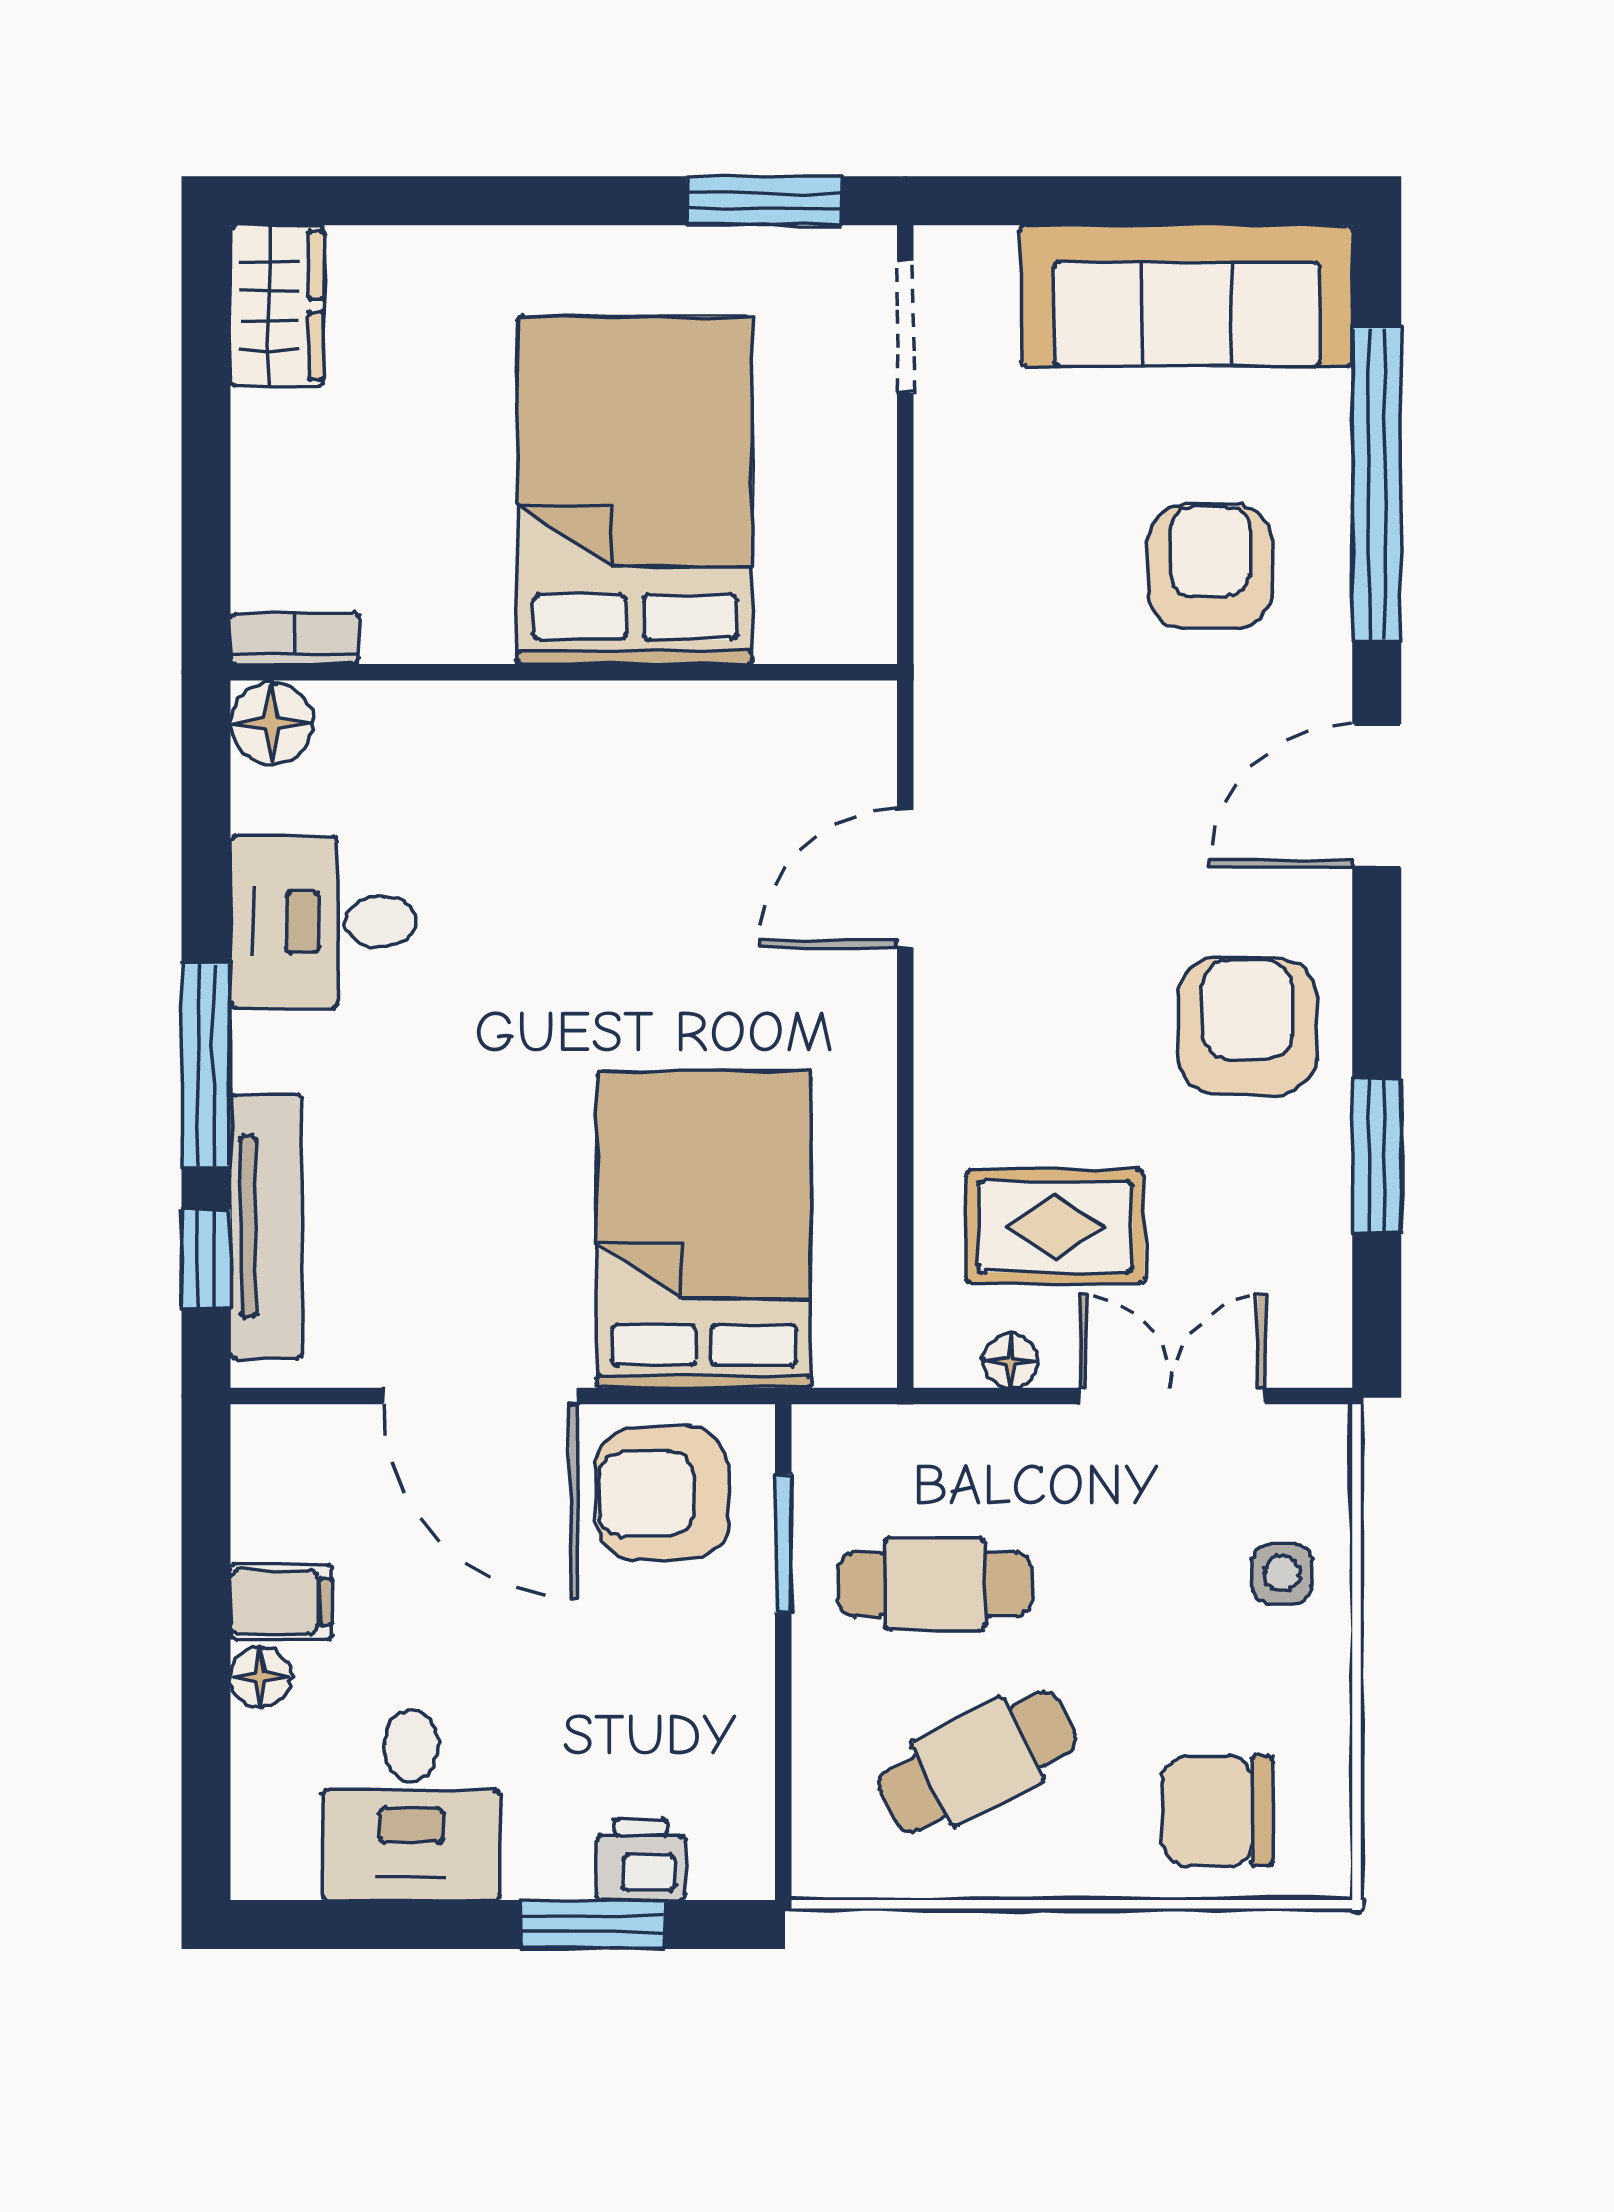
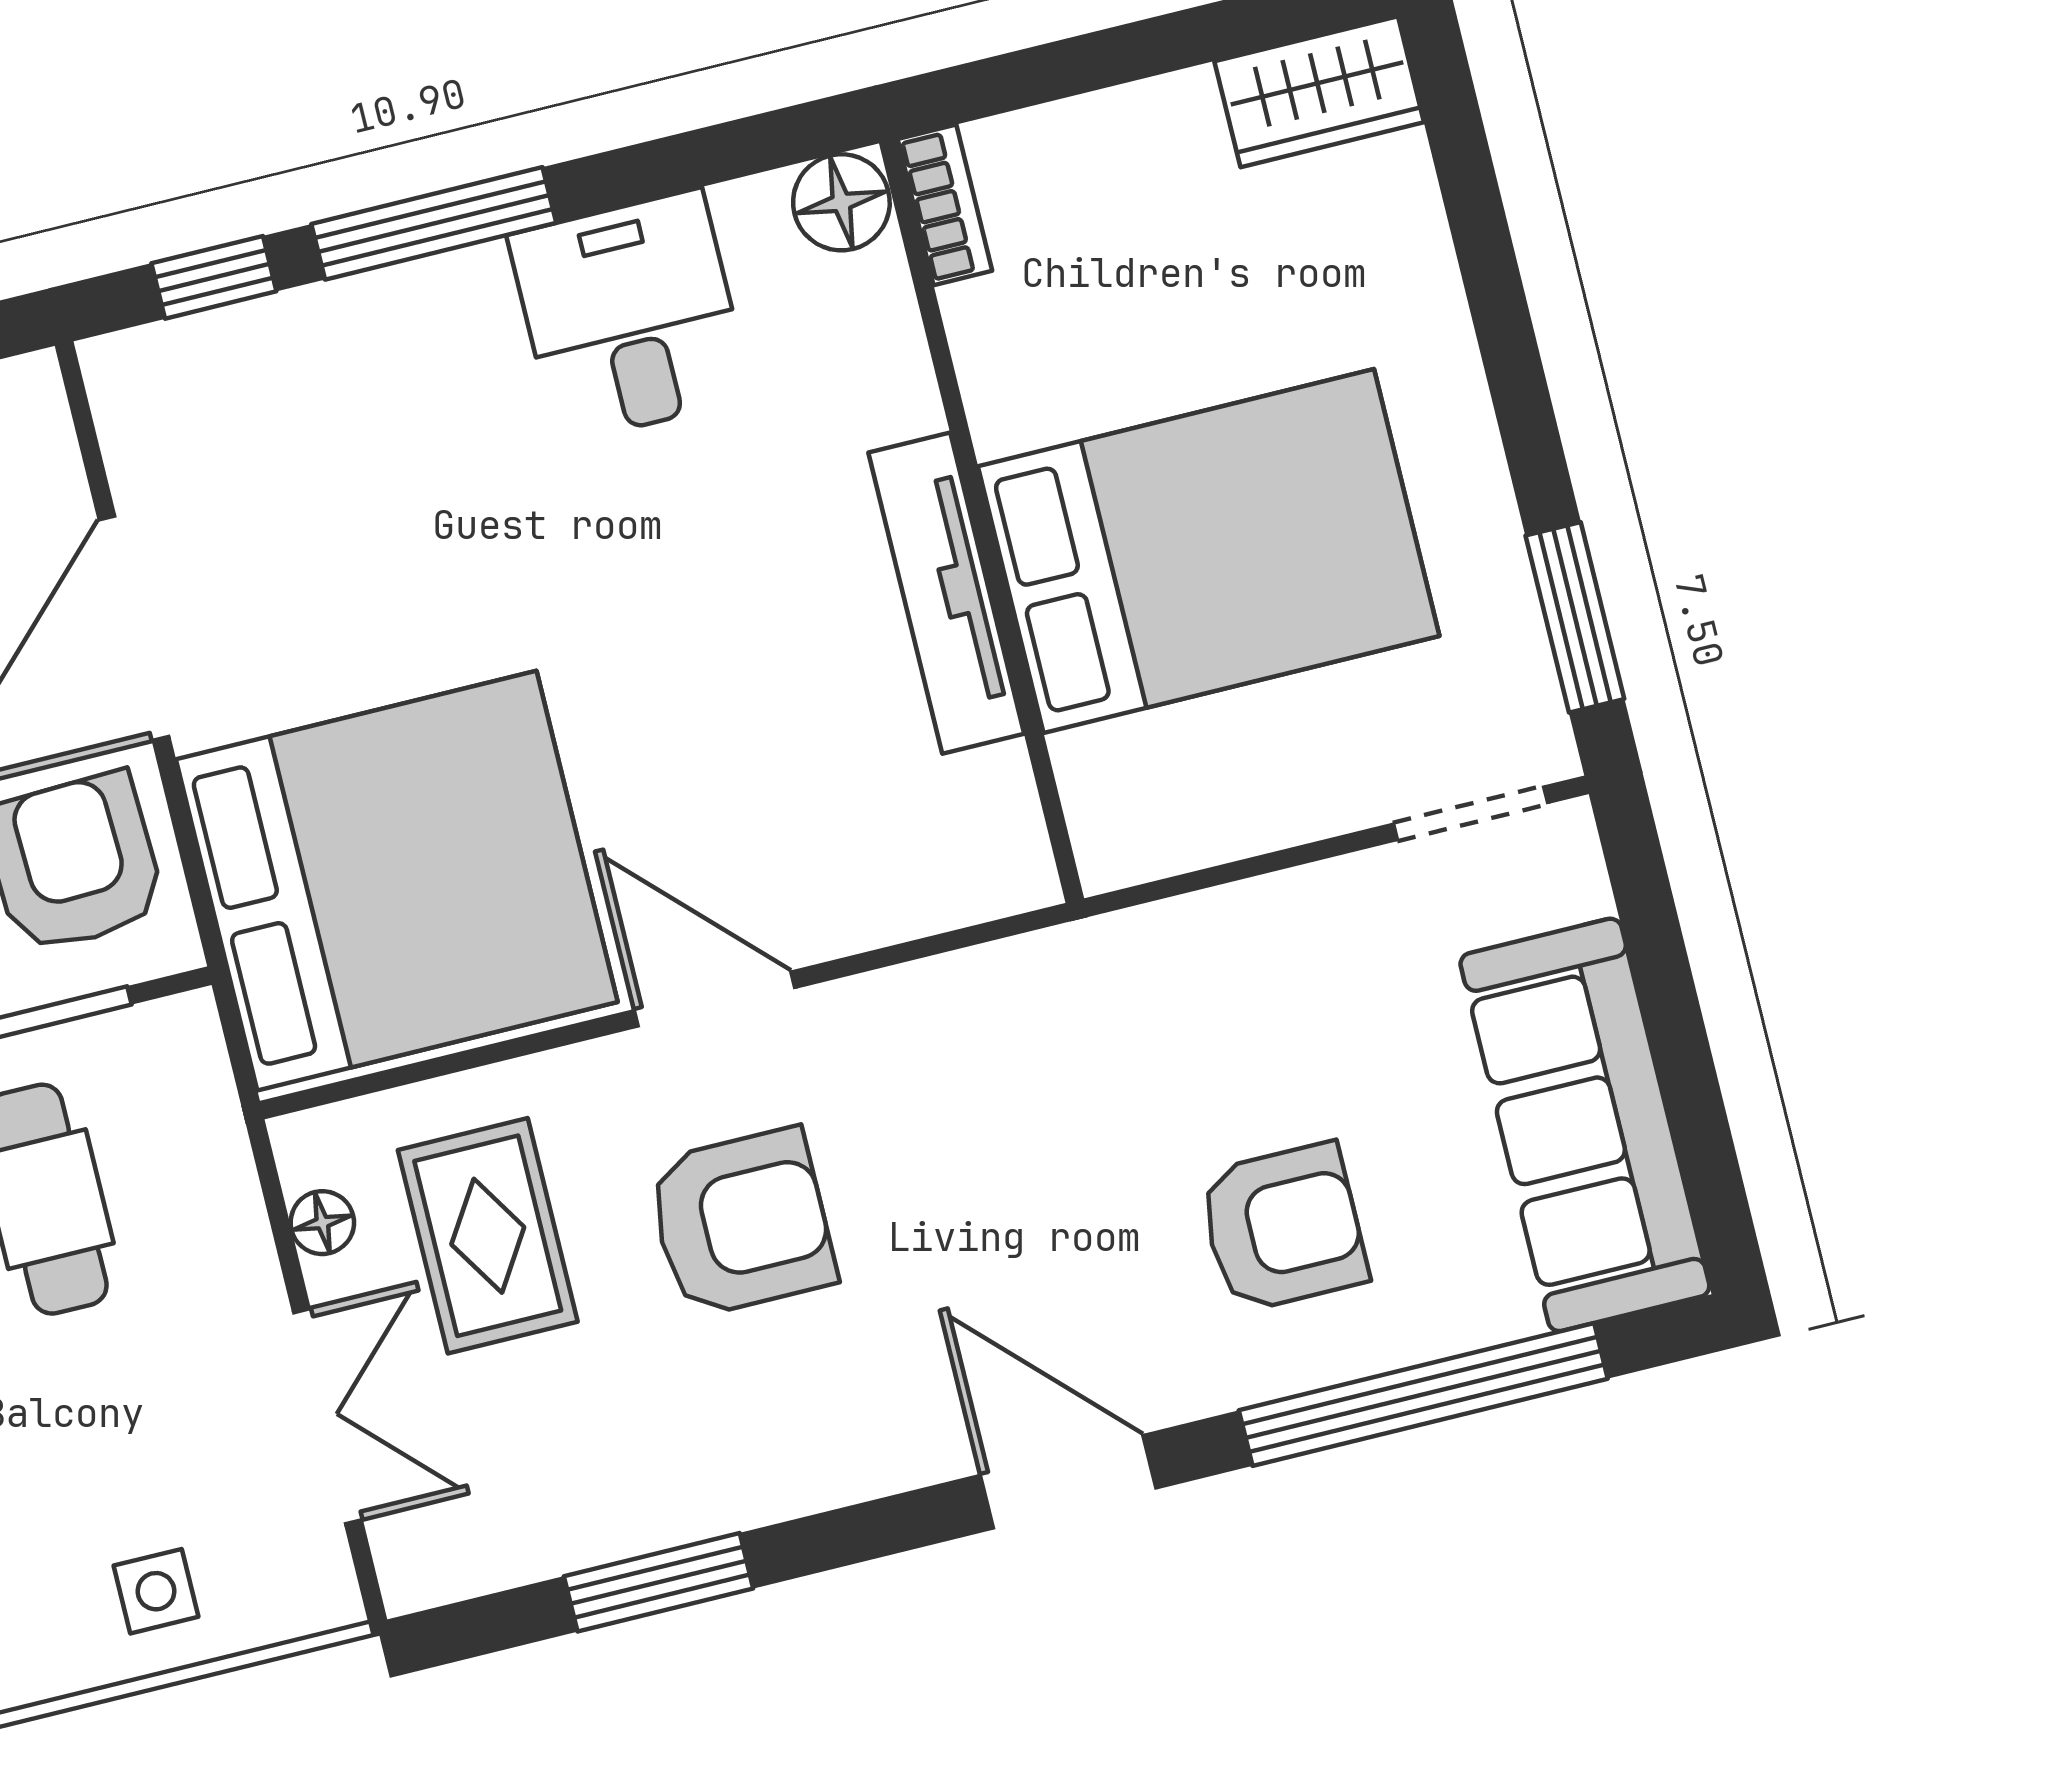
door: (905, 878) -> (715, 999), moved
armchair: (1248, 1026) -> (741, 1223), moved
tv unit: (266, 1227) -> (946, 593), moved, turned 90
bed: (704, 1230) -> (397, 881), width x1.36

